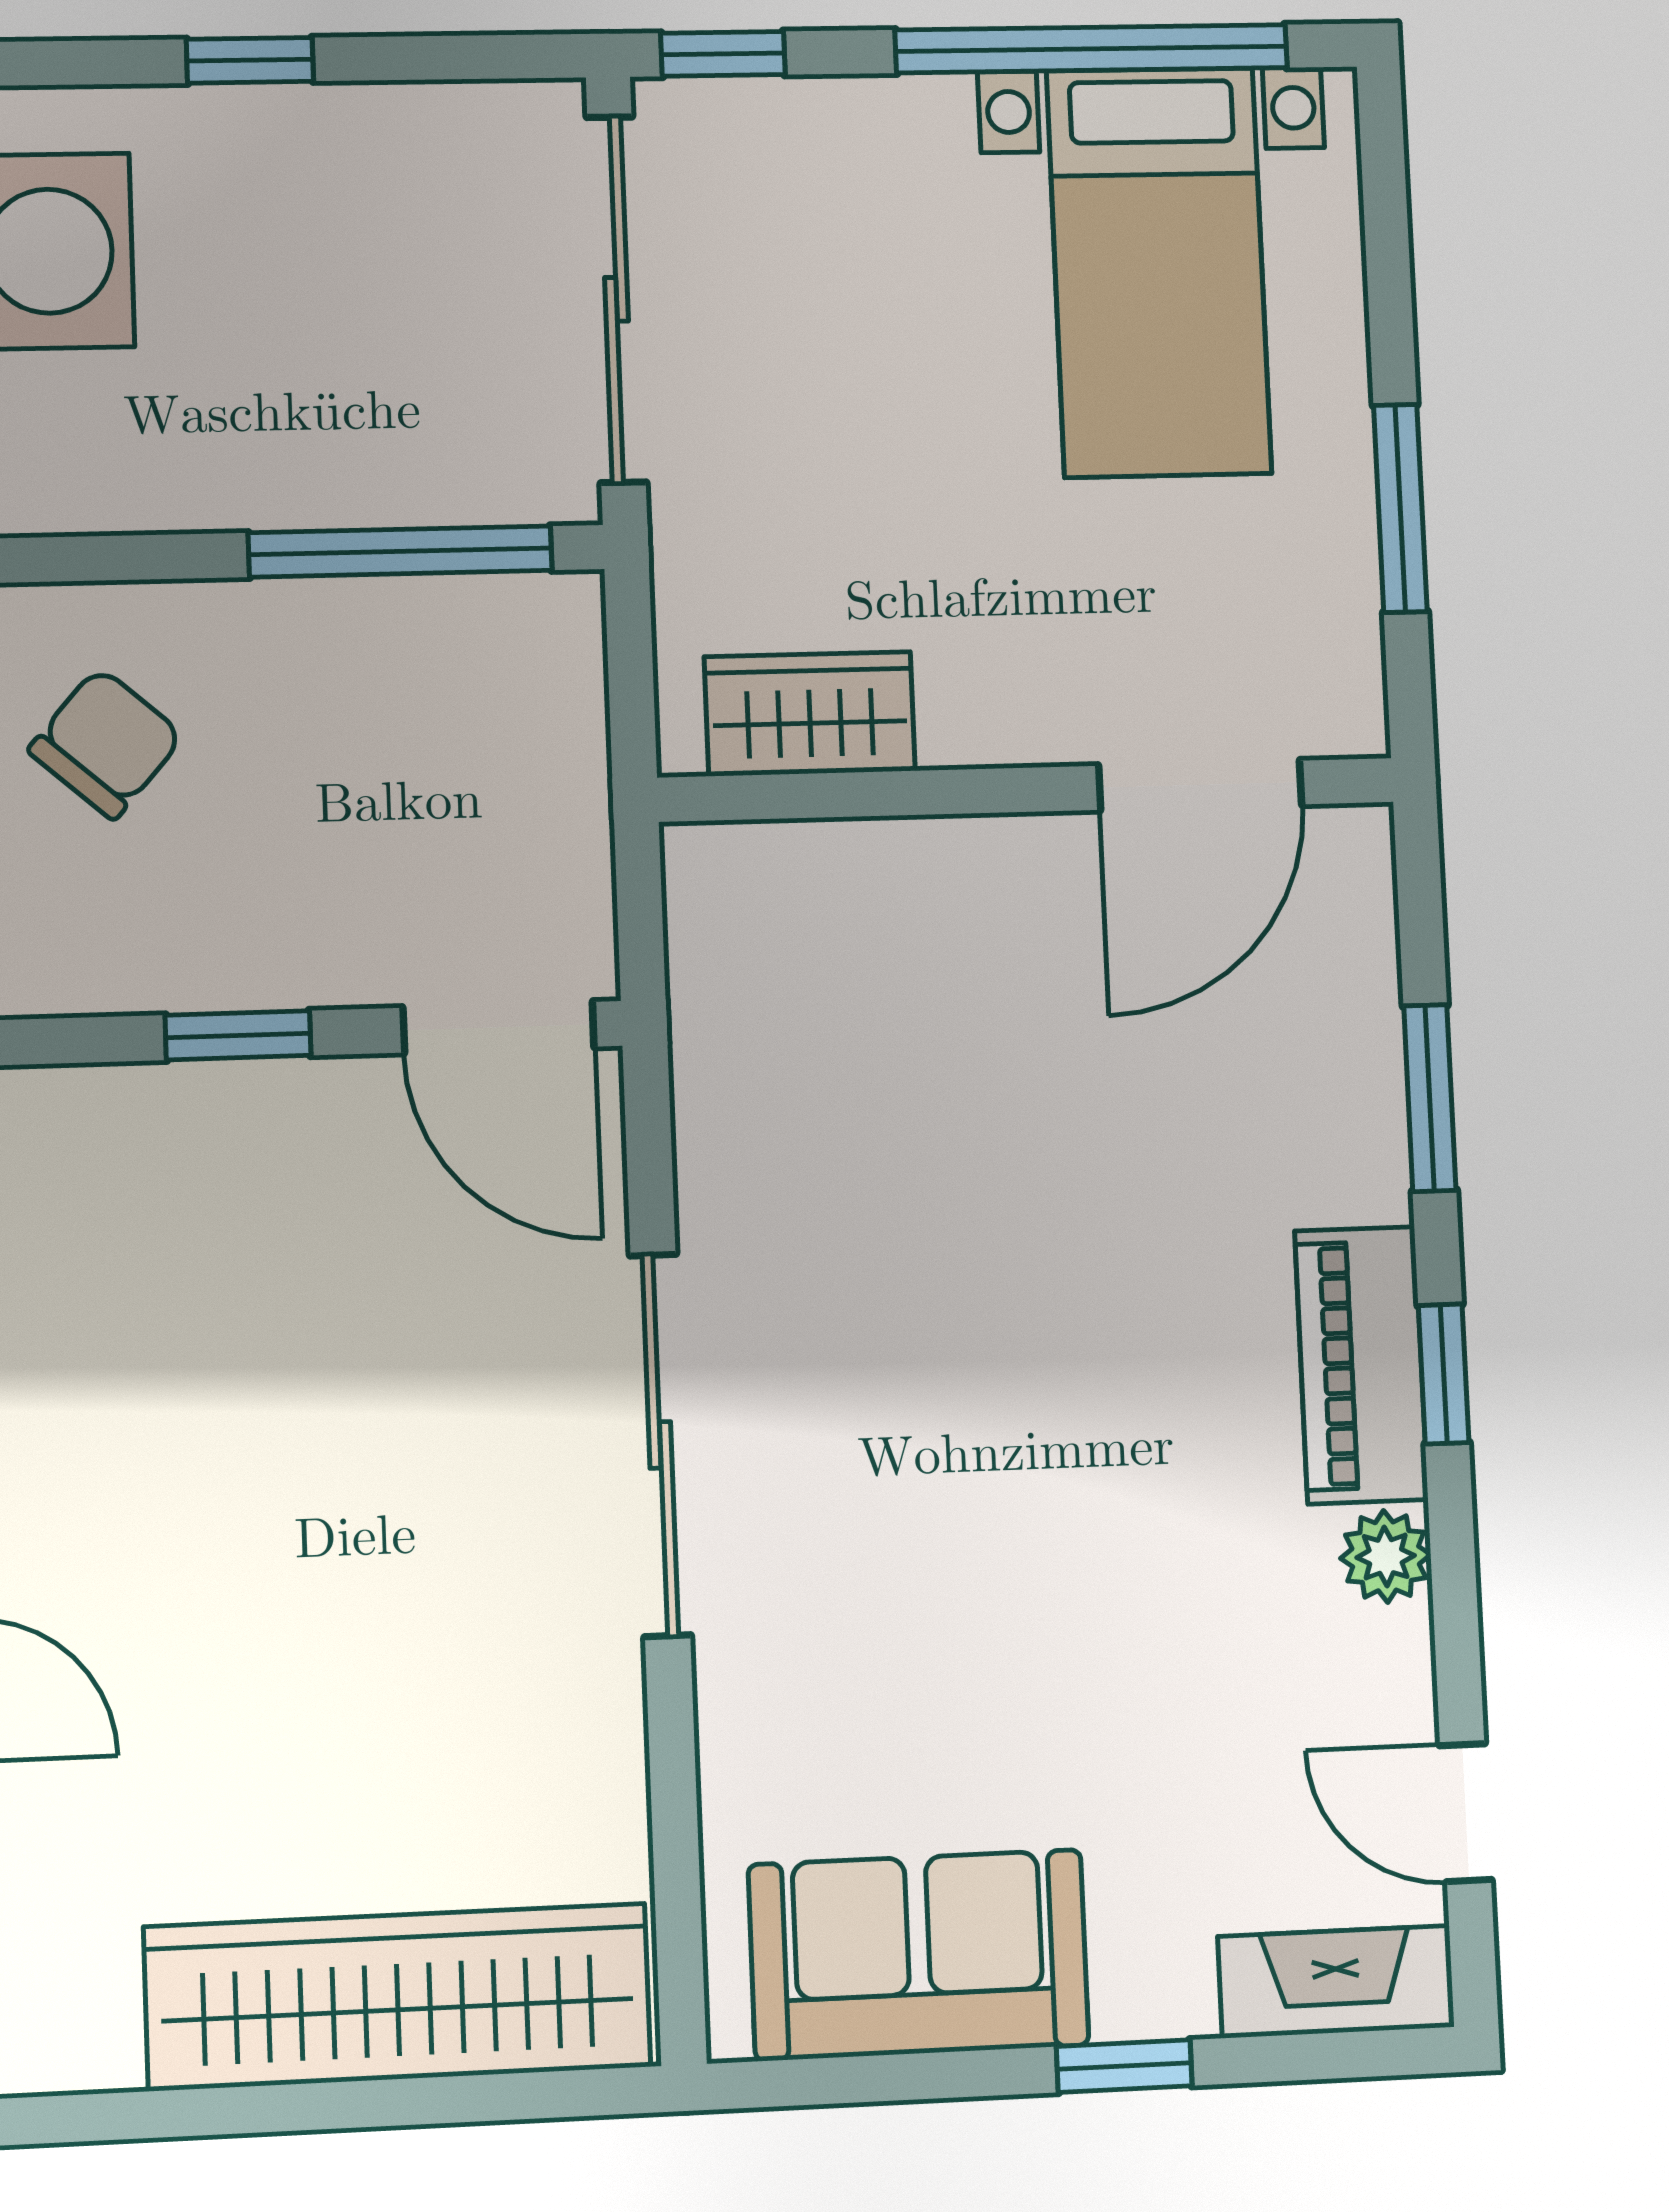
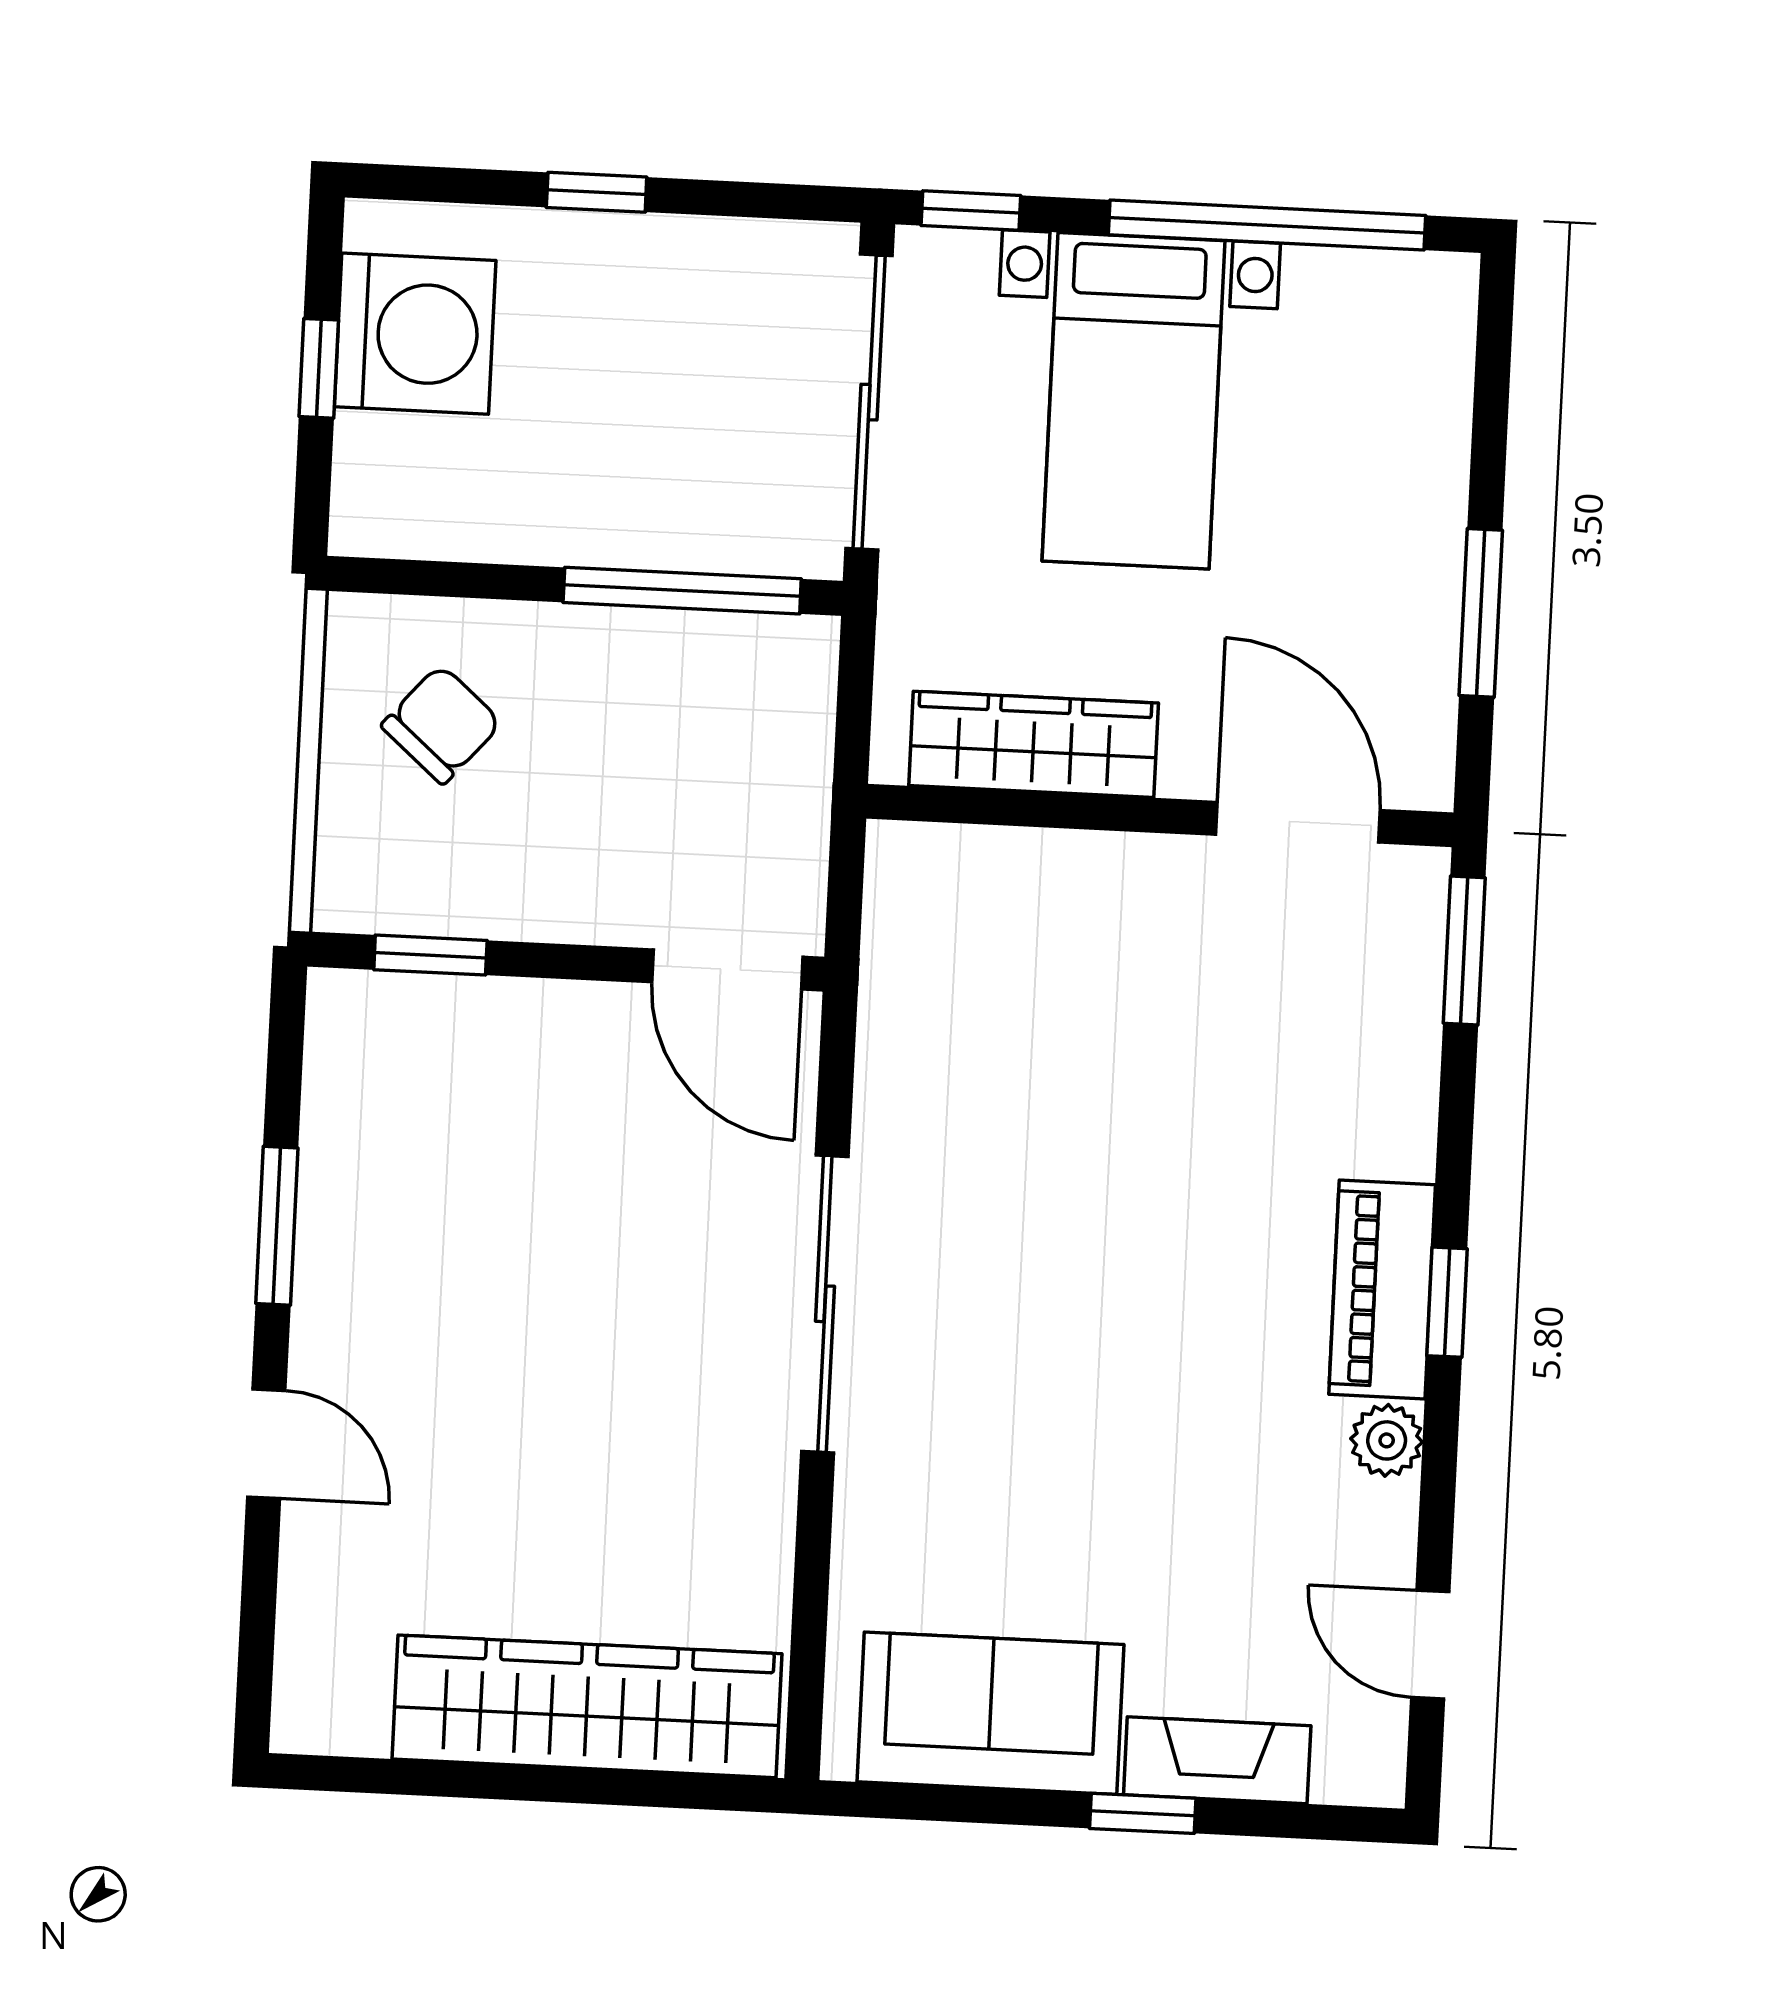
bed with nightstands: (1159, 272) -> (1133, 401), moved
wardrobe: (810, 714) -> (1034, 744), width x1.50
door: (1200, 785) -> (1298, 822), swing flipped
window: (238, 1035) -> (430, 955), moved
window: (1430, 1098) -> (1464, 950), moved
fireplace: (1336, 1982) -> (1217, 1760), moved

